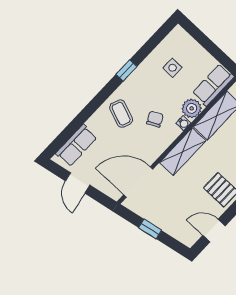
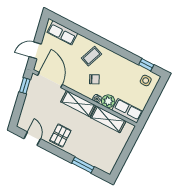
side table: (173, 68) -> (146, 81), moved
window: (126, 70) -> (146, 65), moved
door: (78, 183) -> (35, 50), moved
window: (150, 229) -> (25, 86), moved

